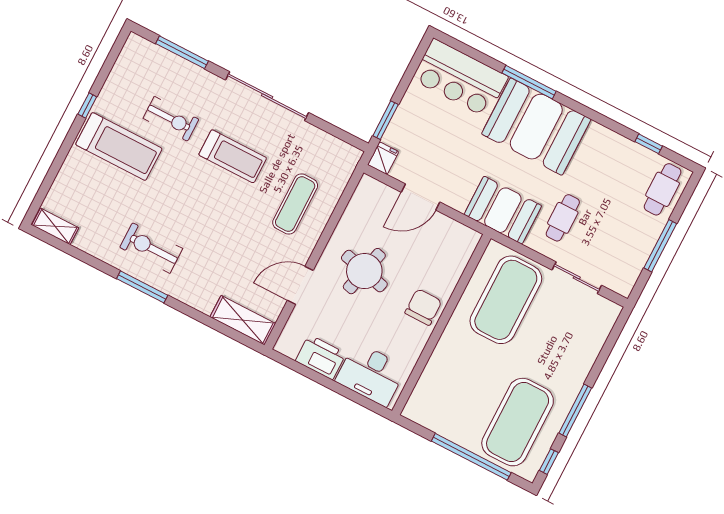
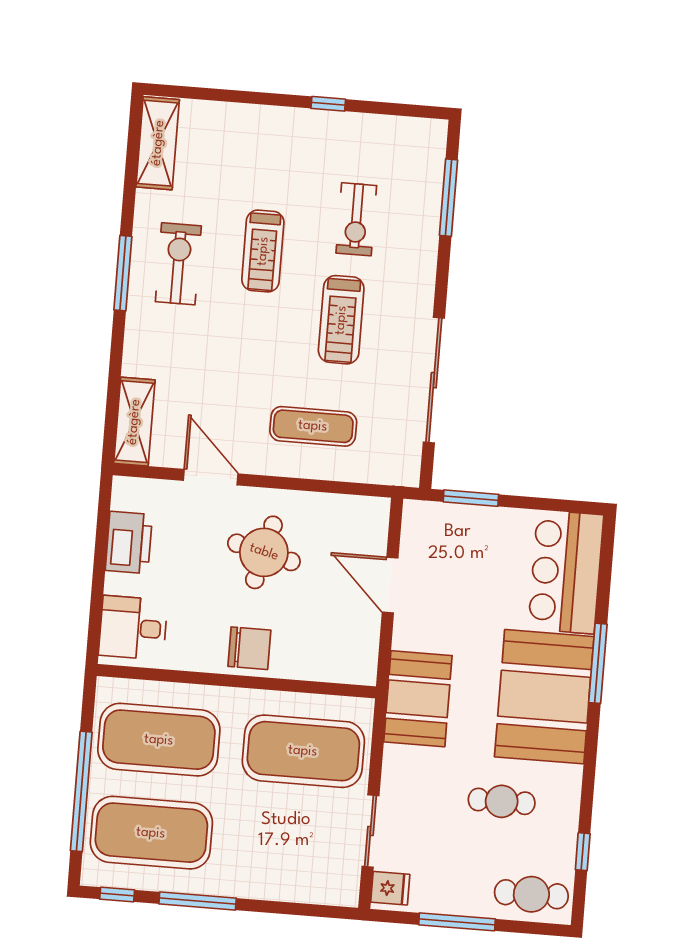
sliding door: (267, 96) -> (434, 380), moved
treadmill: (119, 147) -> (263, 251), moved, width x0.73, depth x0.73
fridge: (383, 158) -> (390, 888), moved
cafe table: (563, 218) -> (502, 801), moved
shelving: (55, 226) -> (158, 143), width x1.50, depth x1.33
desk: (371, 374) -> (133, 628), width x0.73
exercise mat: (459, 392) -> (159, 740), added

